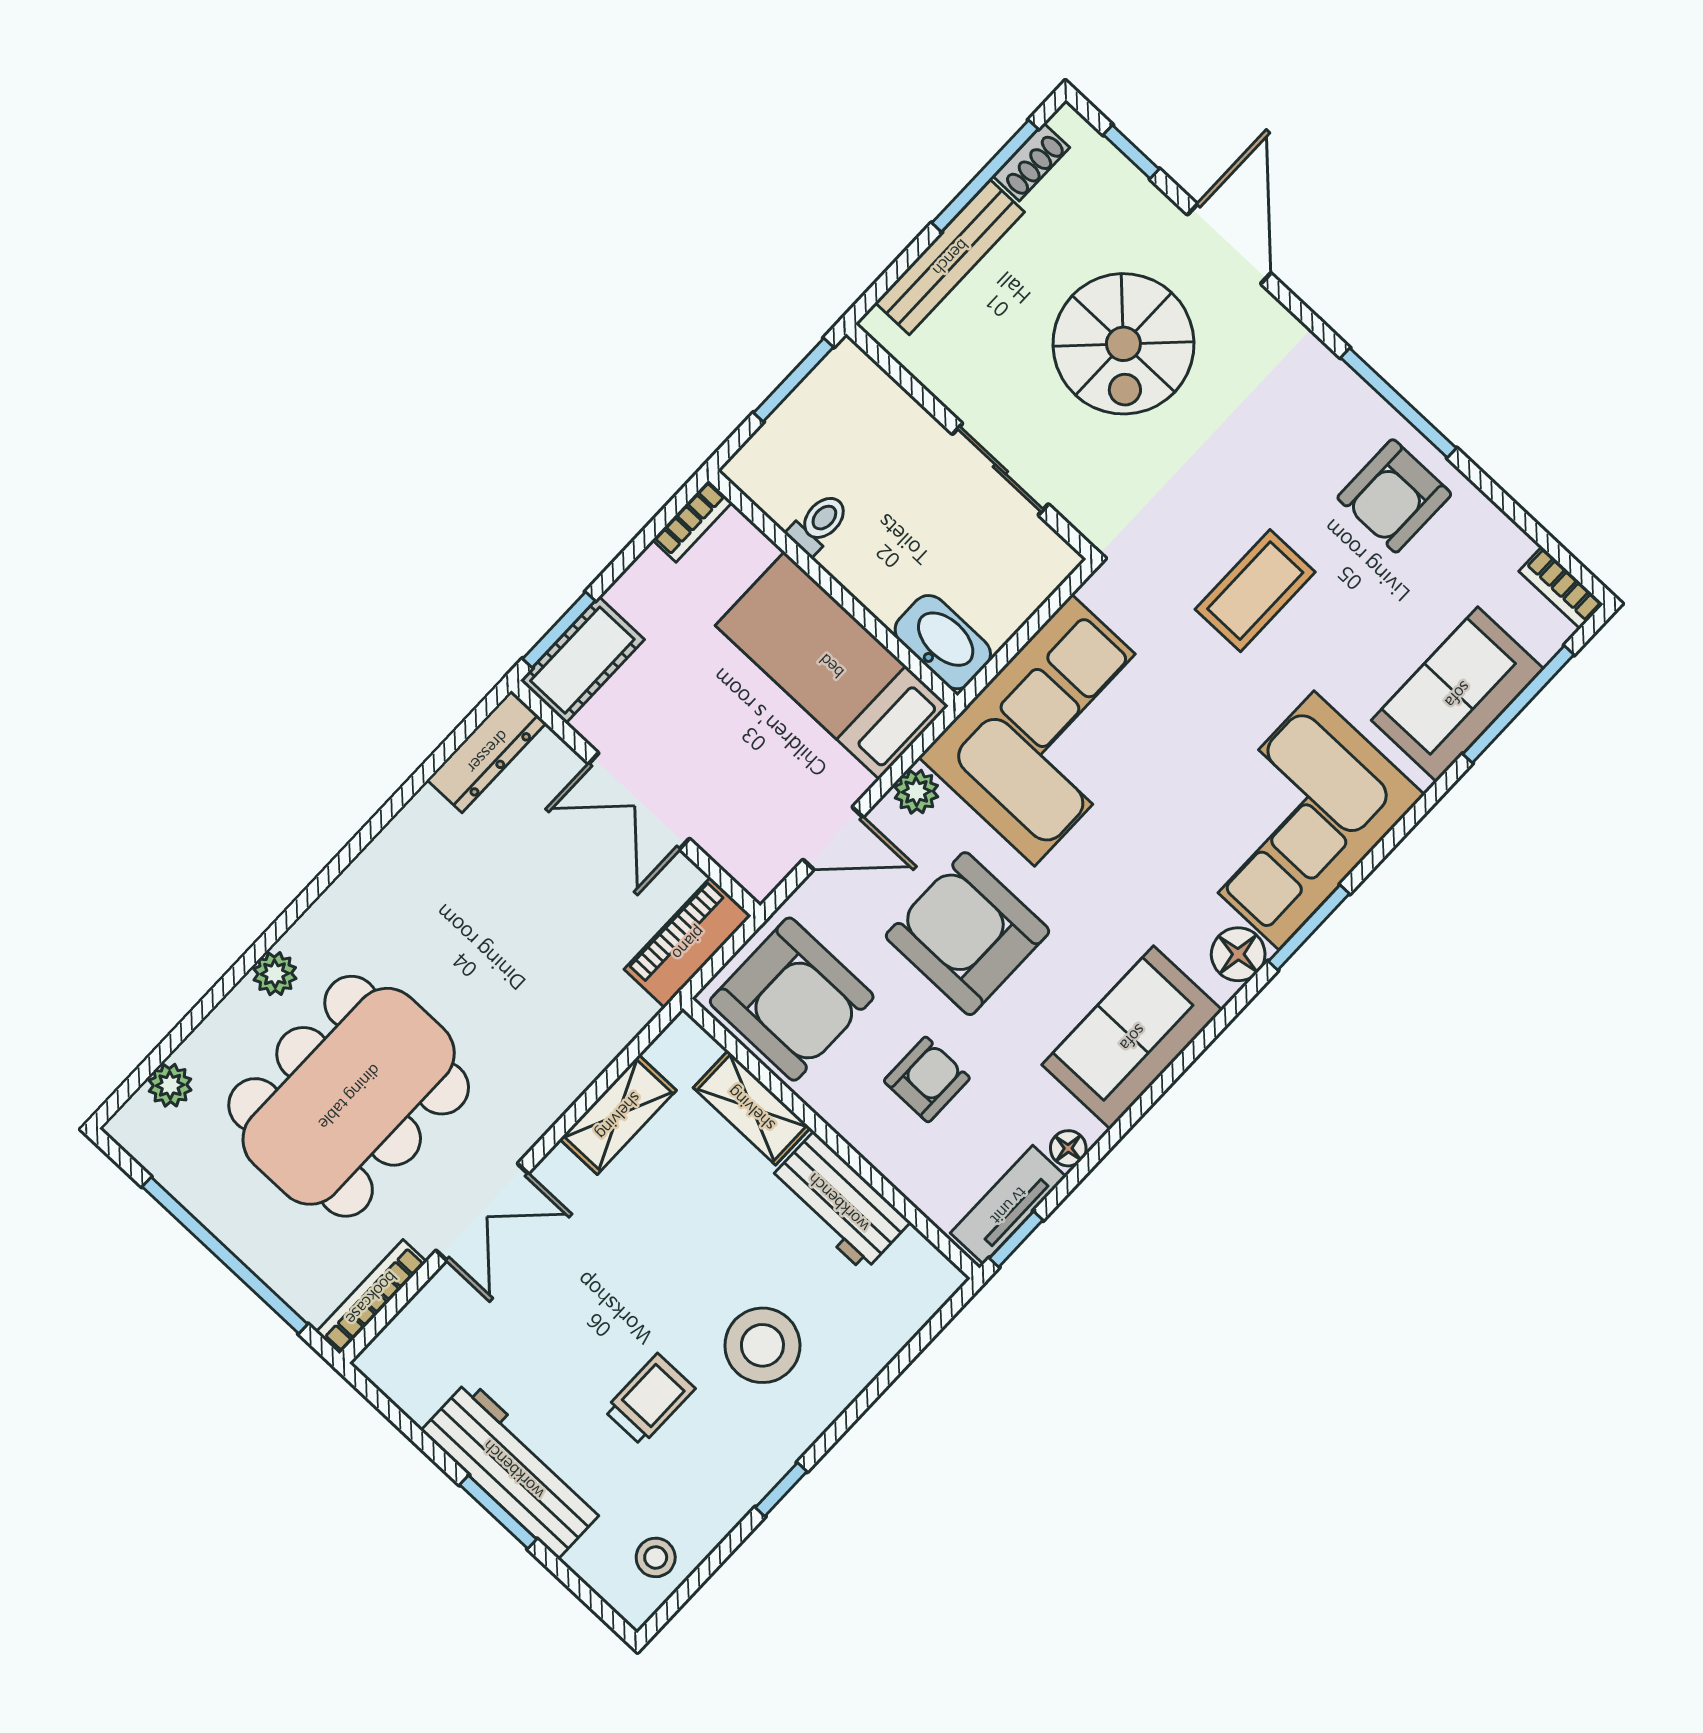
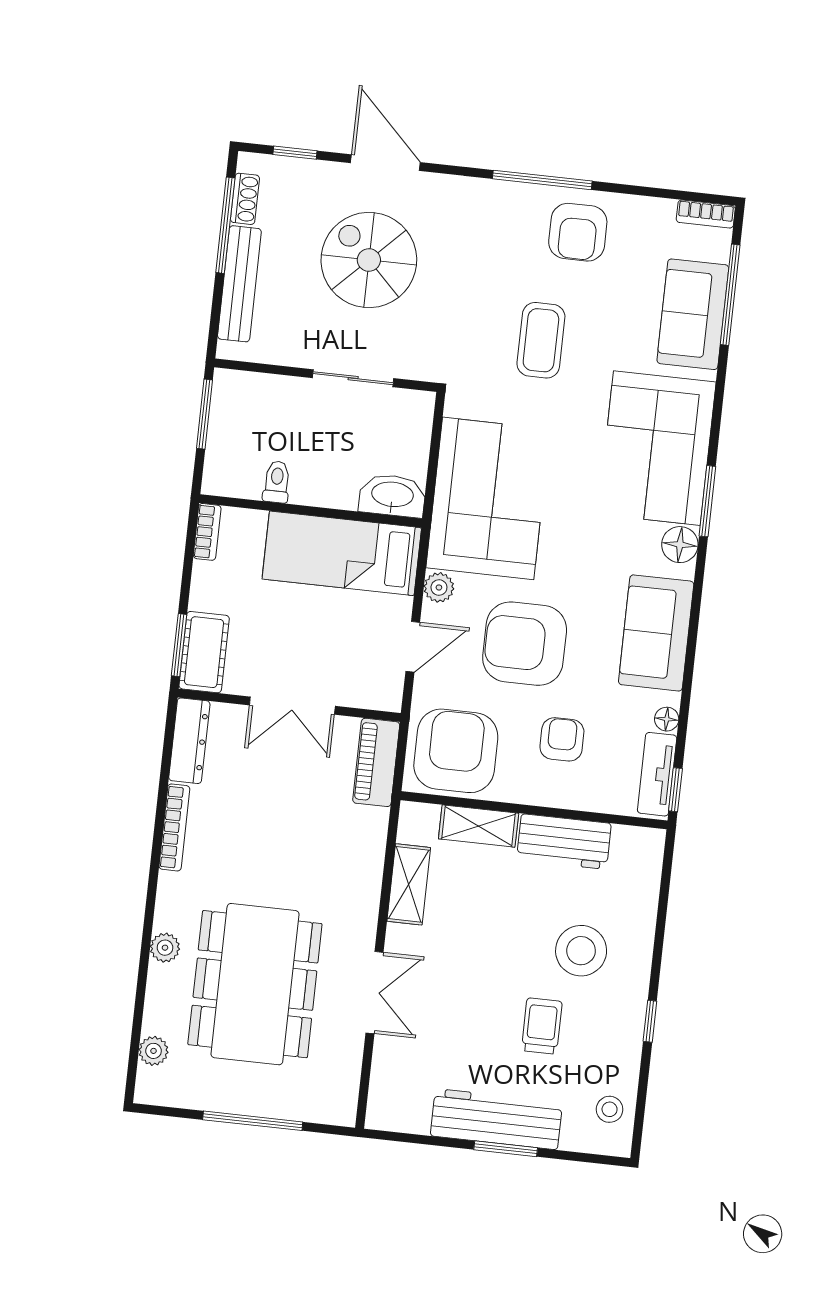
spiral stairs: (1123, 344) -> (369, 260), turned 180
armchair: (792, 999) -> (456, 751), turned -90
window: (225, 1255) -> (253, 1121), width x0.68
bookcase: (371, 1297) -> (174, 827), moved, turned 180

